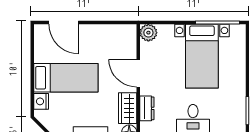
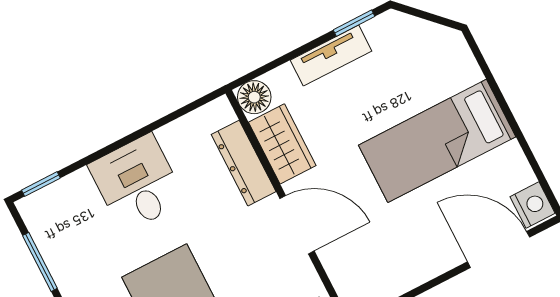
nightstand: (41, 101) -> (533, 205), moved
dresser: (147, 108) -> (244, 163), width x1.44

